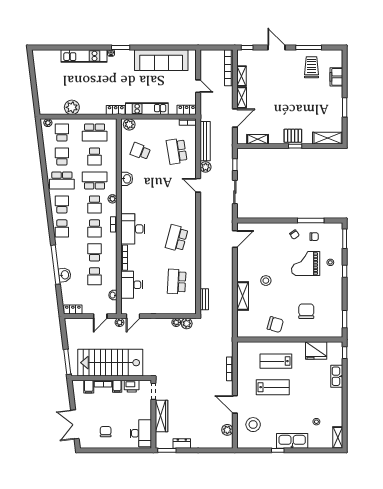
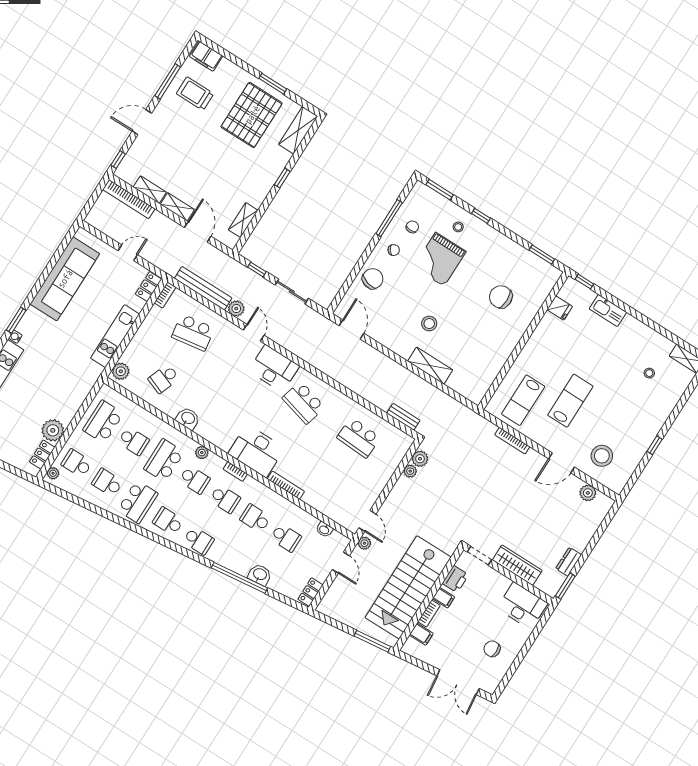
filing cabinet: (336, 77) -> (206, 56), moved
locker: (116, 110) -> (42, 455), moved
school desk: (95, 132) -> (103, 422), turned 180
pallet: (293, 136) -> (252, 115), moved, width x2.05, depth x2.00
door: (198, 185) -> (254, 333), swing flipped
desk: (132, 285) -> (274, 368), moved, turned 180
chair: (275, 325) -> (373, 279), moved
fridge: (316, 350) -> (560, 308), width x0.53, depth x0.75
lab bench: (276, 361) -> (523, 400), moved
kitchen sink: (292, 441) -> (654, 419), removed

